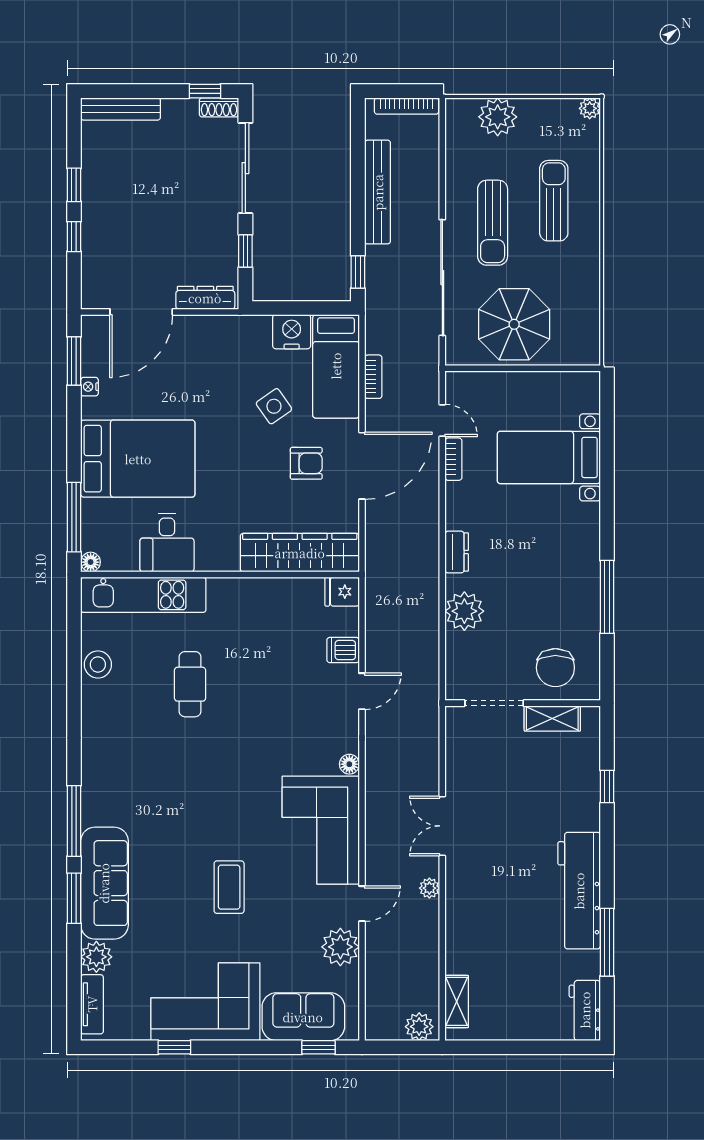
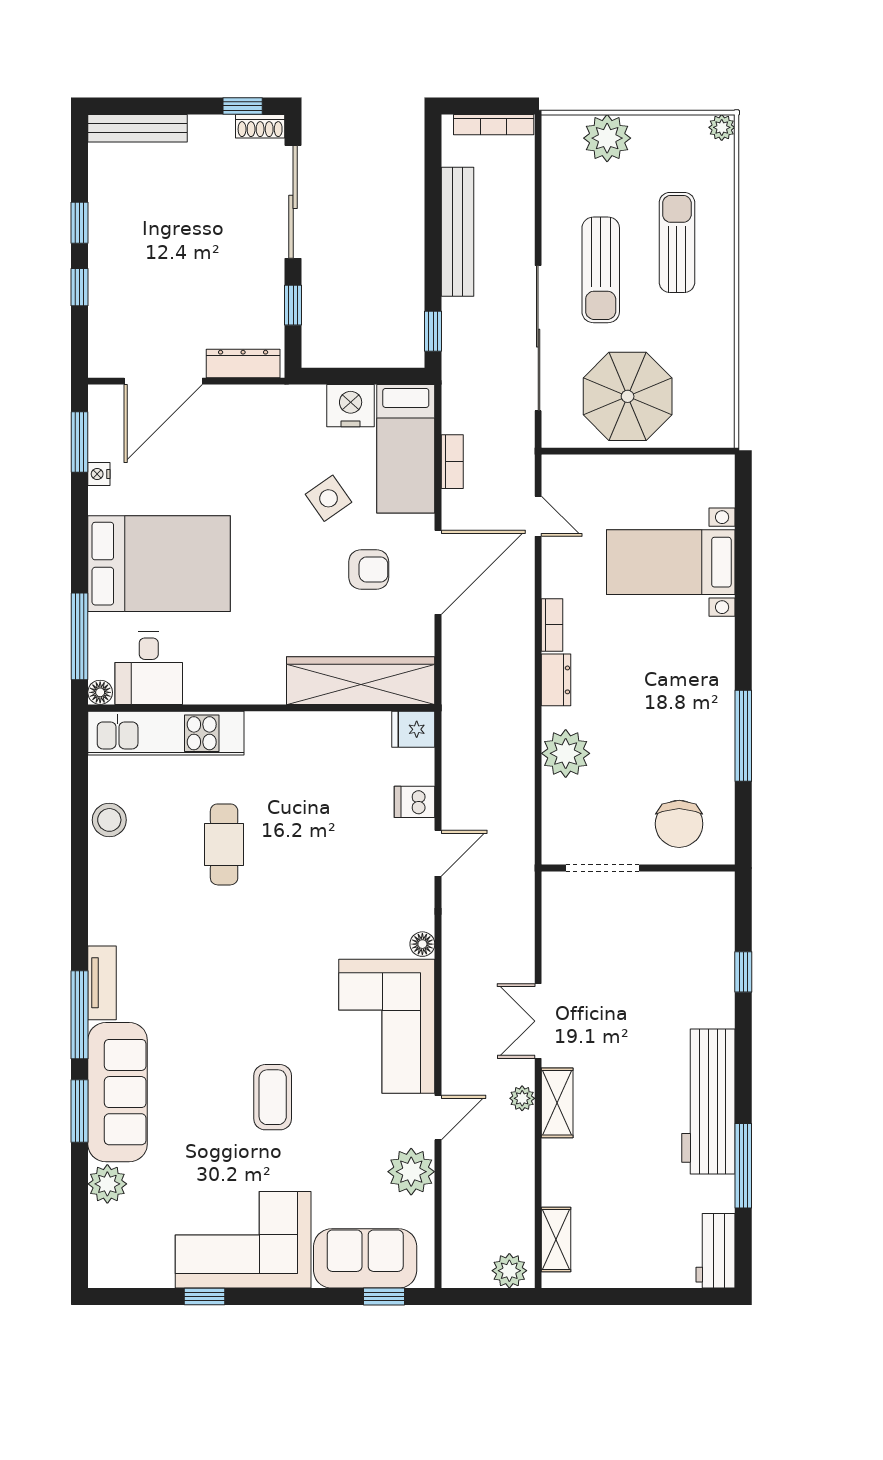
bookcase: (453, 459) -> (552, 625), moved
desk: (167, 543) -> (149, 668), moved
shelving: (552, 718) -> (557, 1103), moved, turned 90
tv unit: (92, 1004) -> (102, 983), moved

